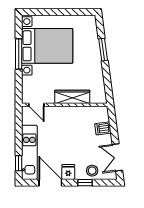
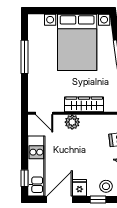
bed with nightstands: (47, 46) -> (77, 42), moved, turned 90
plant: (62, 113) -> (72, 122), added
door: (50, 183) -> (60, 200), hinge flipped

